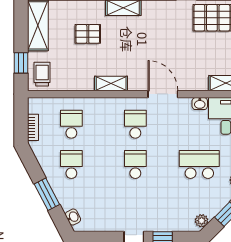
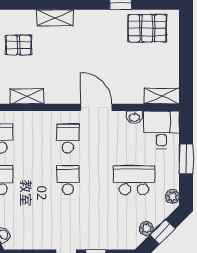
shelving: (111, 83) -> (27, 96), moved
plant: (202, 221) -> (146, 228), moved

